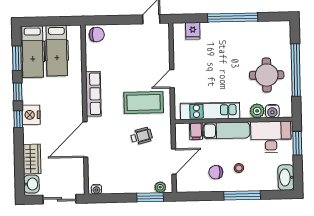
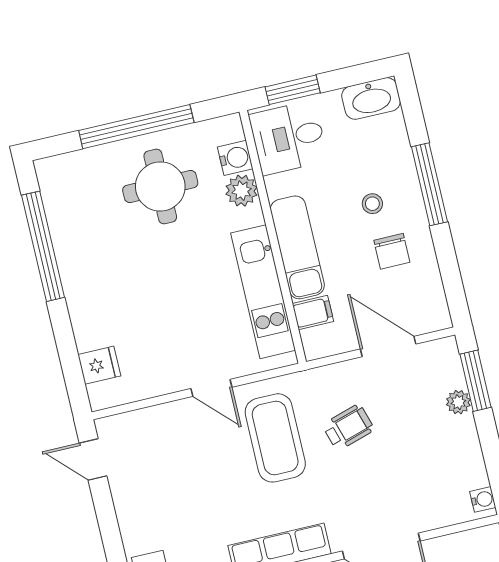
window: (233, 17) -> (43, 246), moved
wheelchair: (141, 136) -> (348, 427), turned 87
desk: (271, 137) -> (288, 138), width x0.73
plant: (160, 187) -> (458, 402), moved

